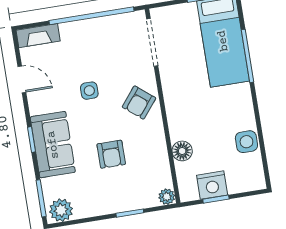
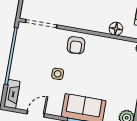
armchair: (139, 103) -> (76, 45), turned 49
armchair: (111, 154) -> (102, 74), removed

